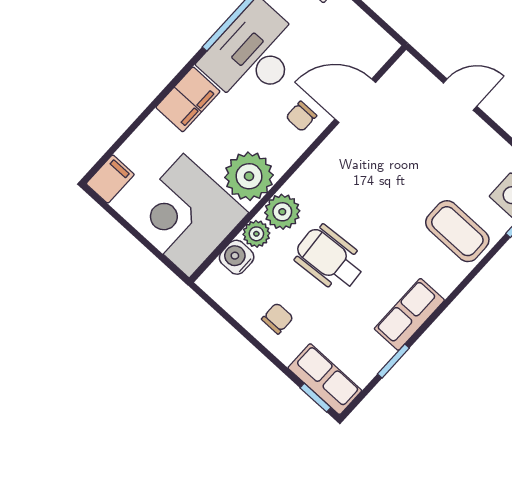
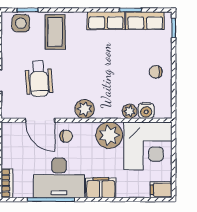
plant: (282, 212) -> (85, 109), moved
wheelchair: (330, 259) -> (39, 79), moved
row of seats: (325, 379) -> (145, 21), moved, turned -90

